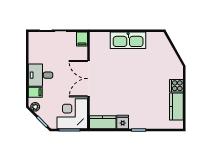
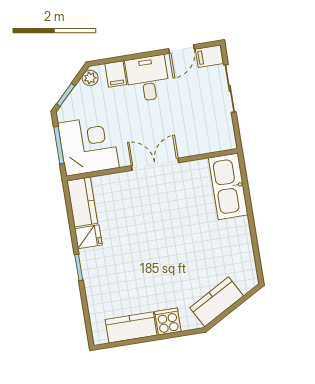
filing cabinet: (82, 39) -> (210, 56), moved
kitchen sink: (128, 40) -> (228, 186), moved
door: (27, 54) -> (181, 49), added
kitchen counter: (170, 57) -> (217, 302), added
double door: (89, 79) -> (155, 164), width x0.73

